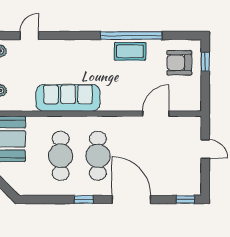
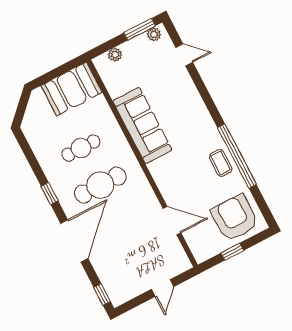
coffee table: (130, 51) -> (221, 163), width x0.73, depth x0.77
window: (205, 62) -> (232, 252), moved
armchair: (179, 63) -> (235, 218), width x1.36, depth x1.36
cafe table: (61, 156) -> (81, 148), width x0.73, depth x0.74

